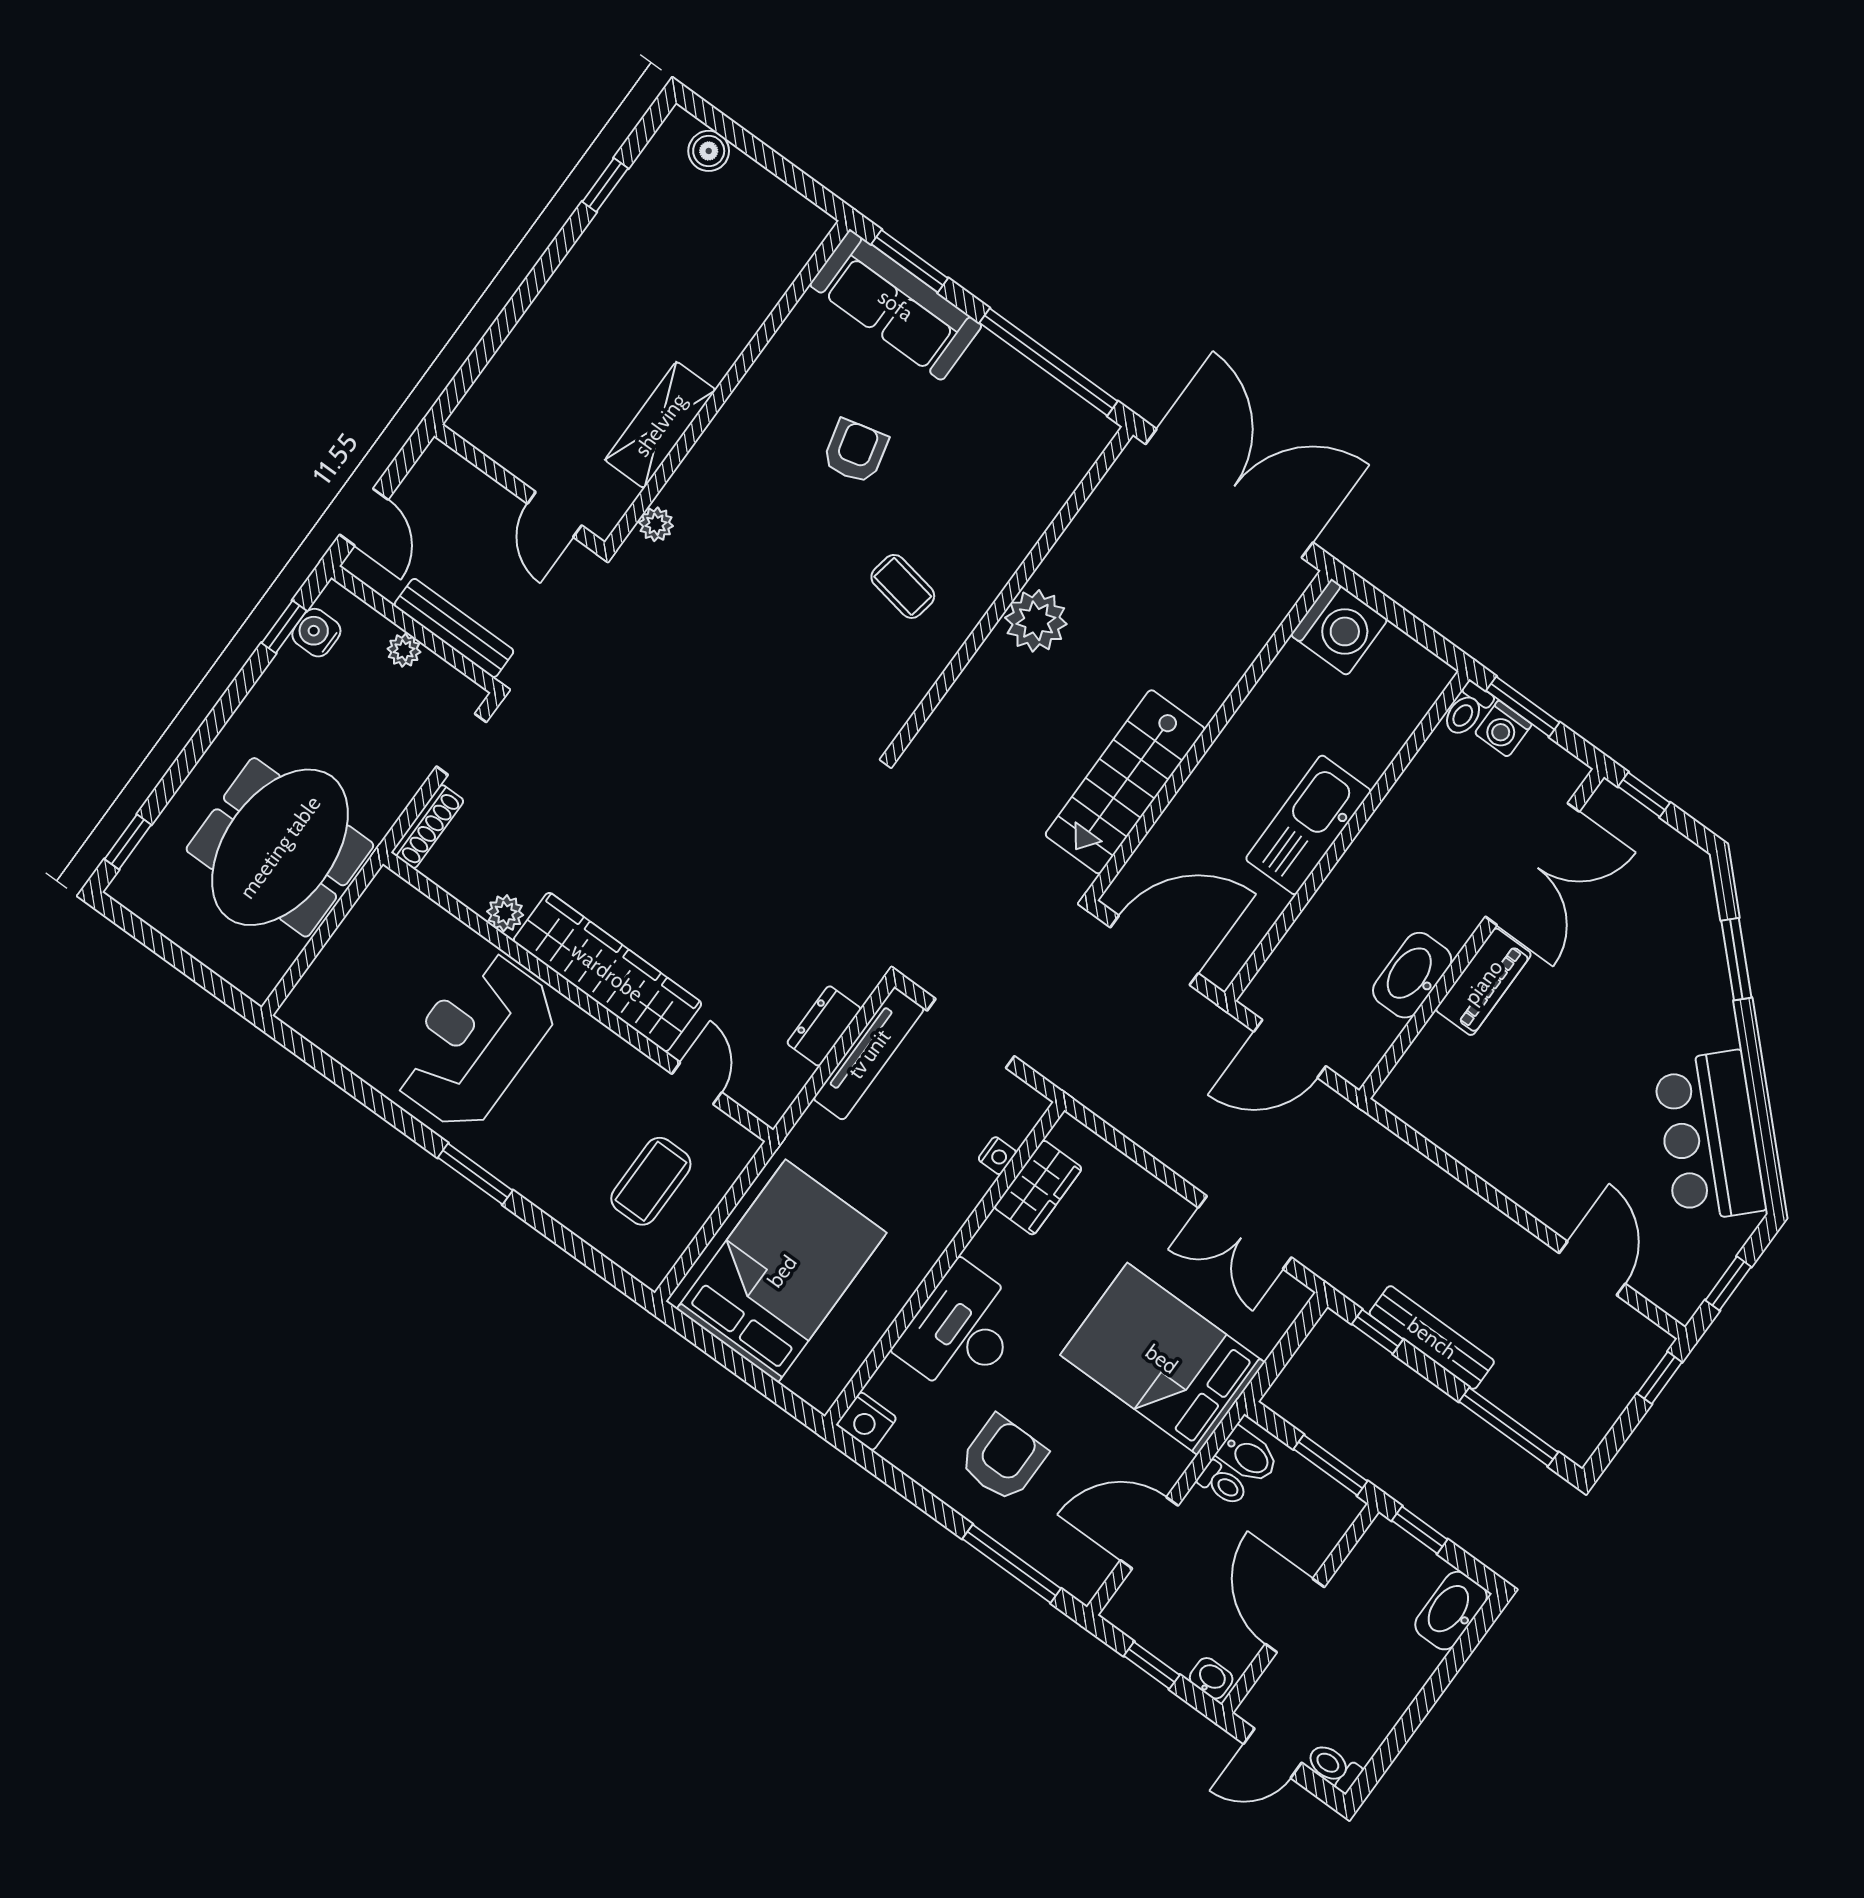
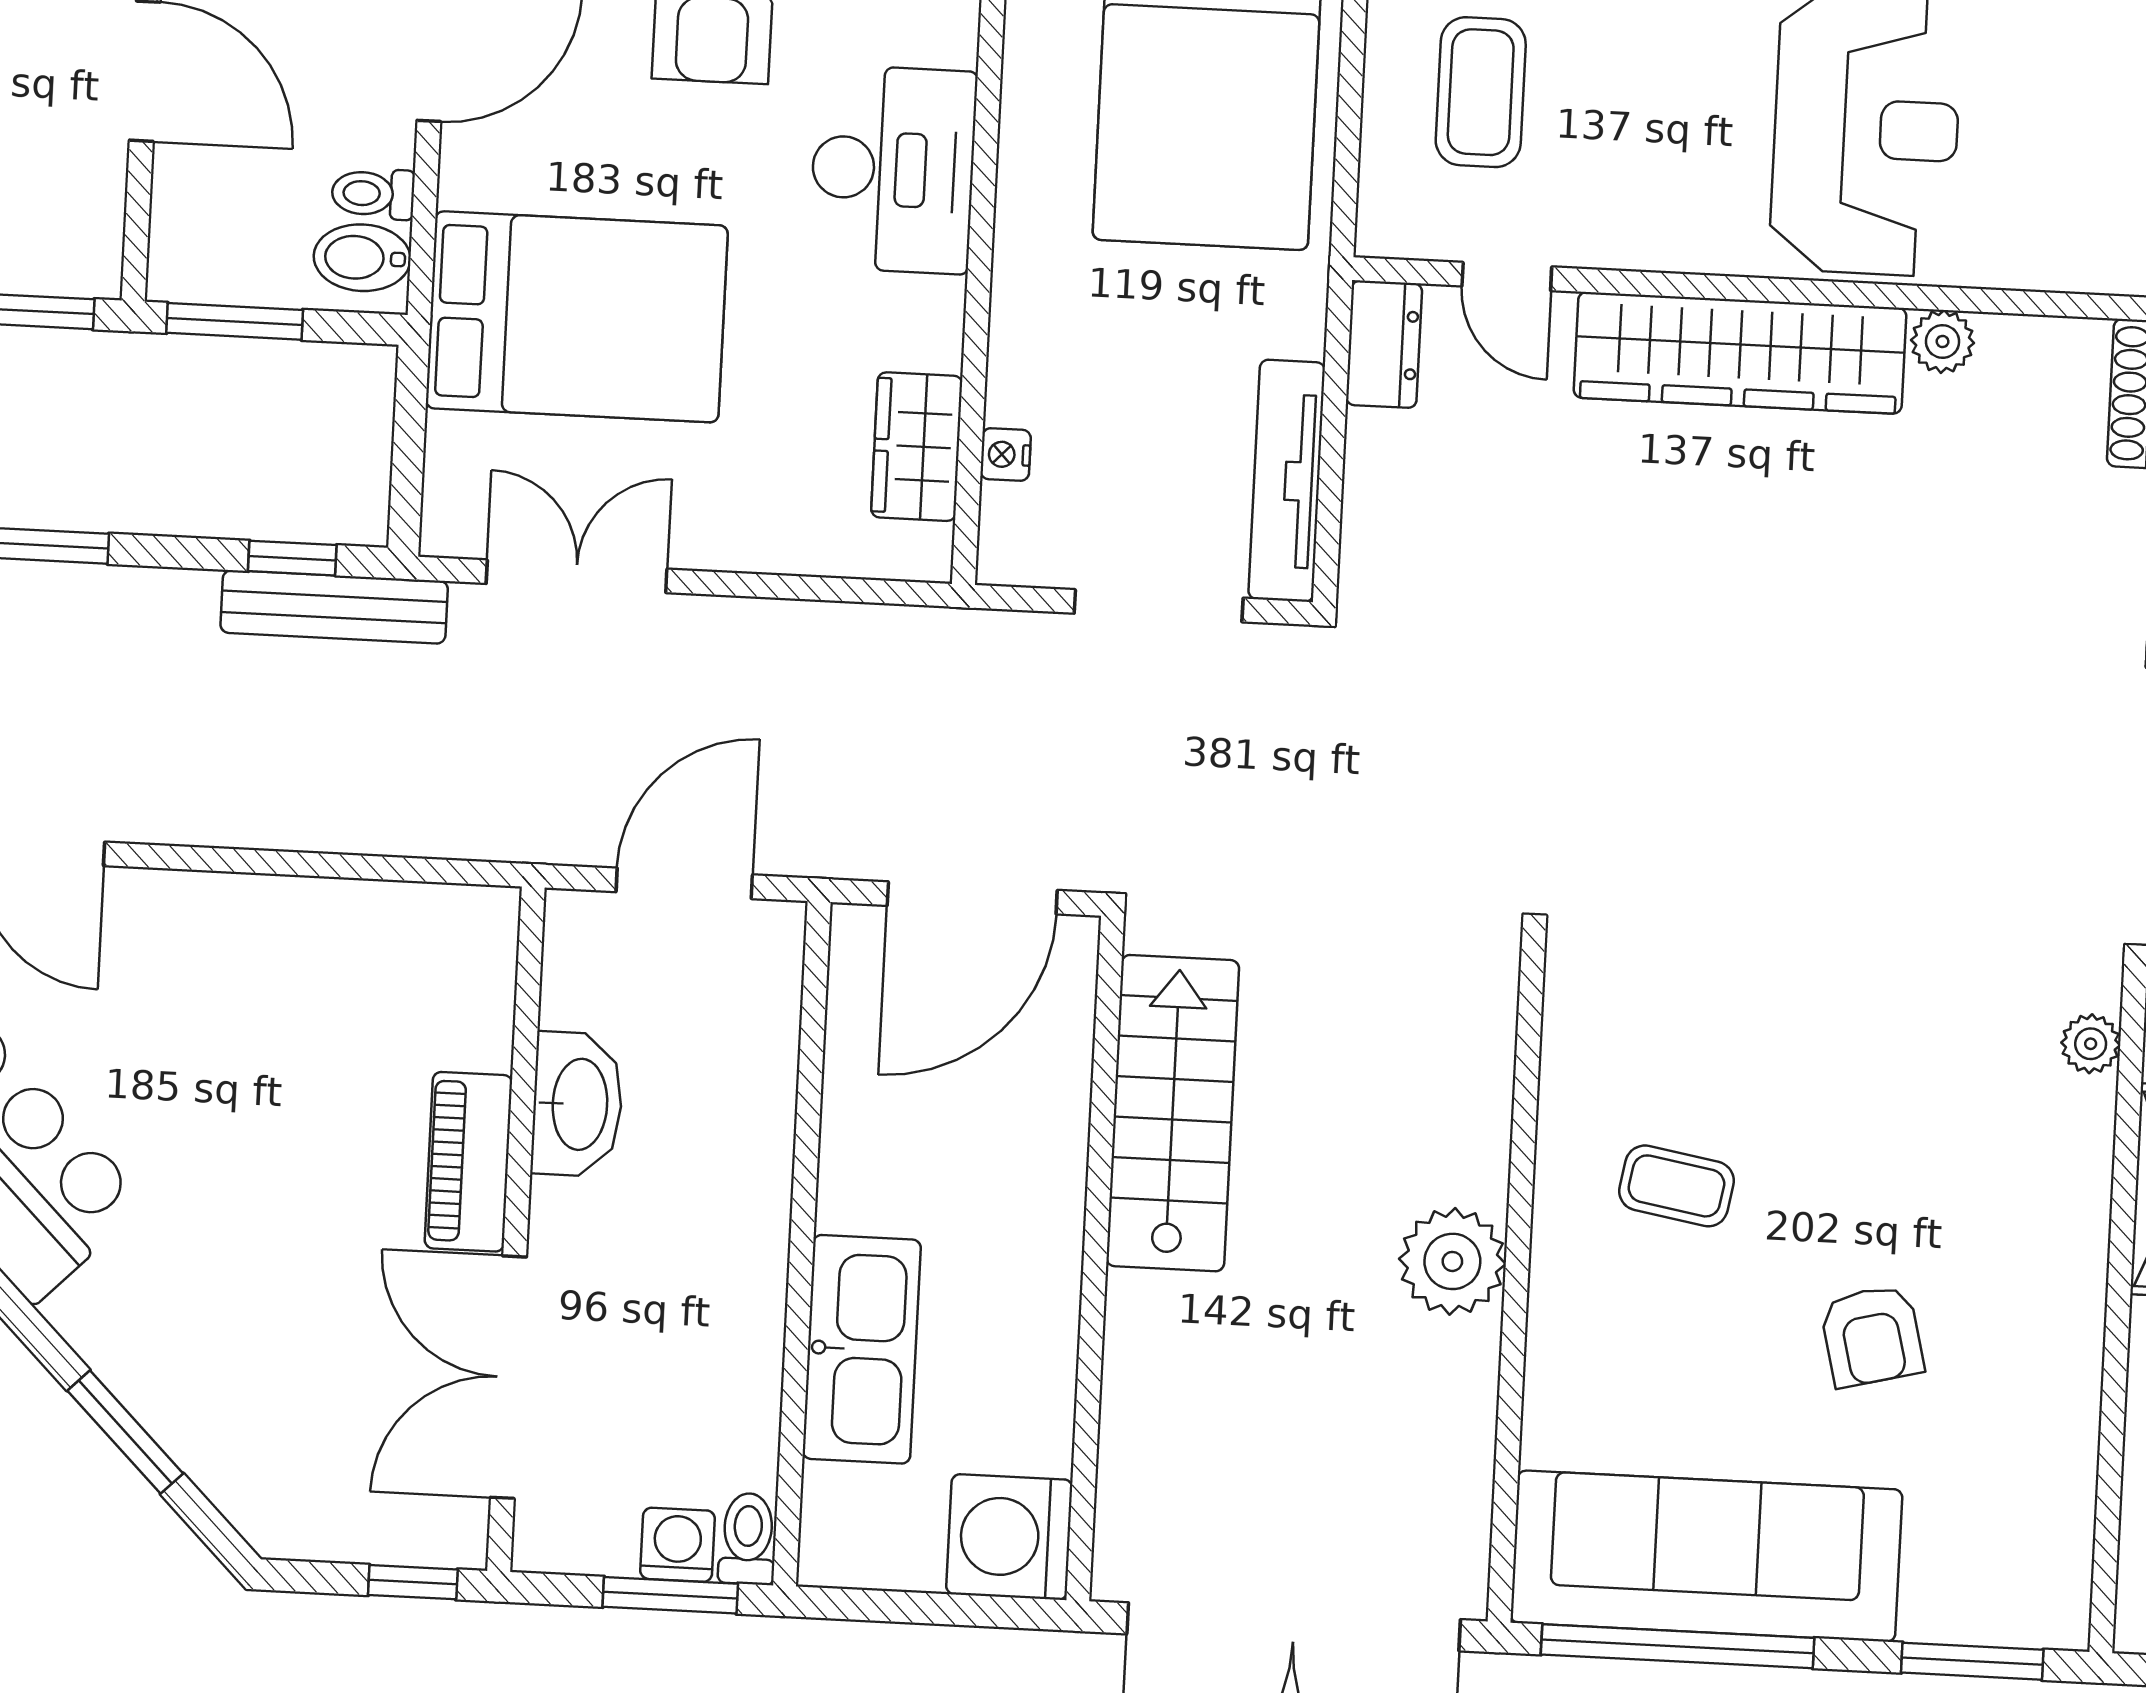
sofa: (896, 305) -> (1706, 1556), moved, width x1.36, depth x1.27
kitchen sink: (1308, 825) -> (862, 1349), moved
dresser: (824, 1026) -> (1384, 344), moved
bench: (1432, 1338) -> (334, 607), moved

